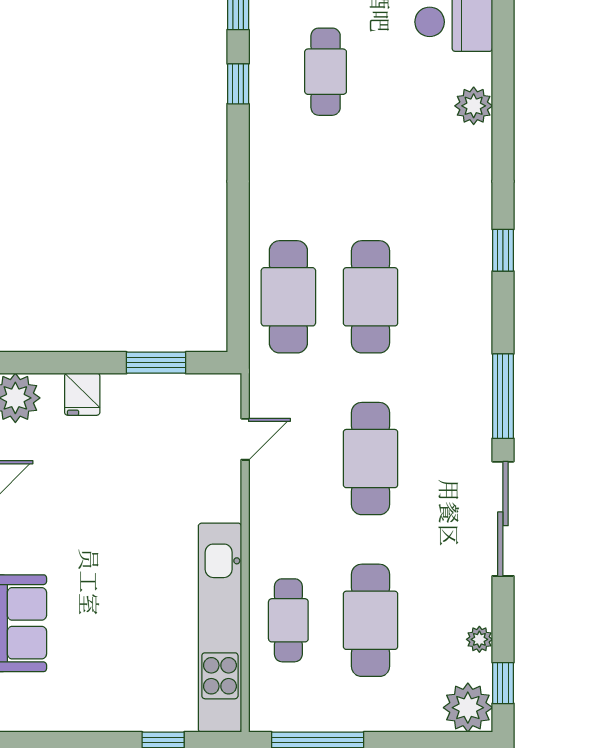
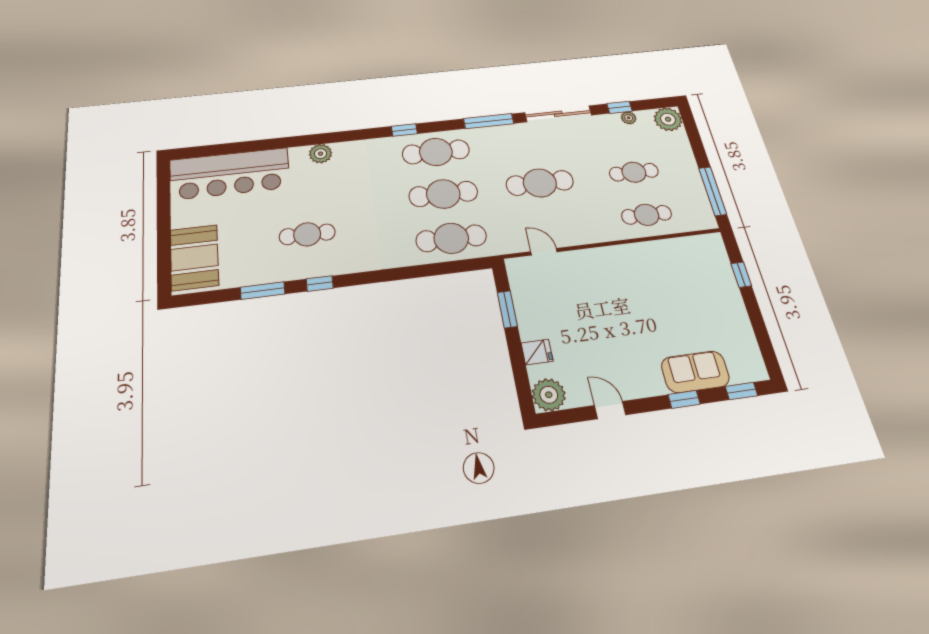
cafe table: (453, 297) -> (436, 152), added
cafe table: (371, 620) -> (634, 172), width x0.73, depth x0.74
kitchen unit: (220, 628) -> (662, 252), removed
window: (503, 683) -> (620, 107), moved

